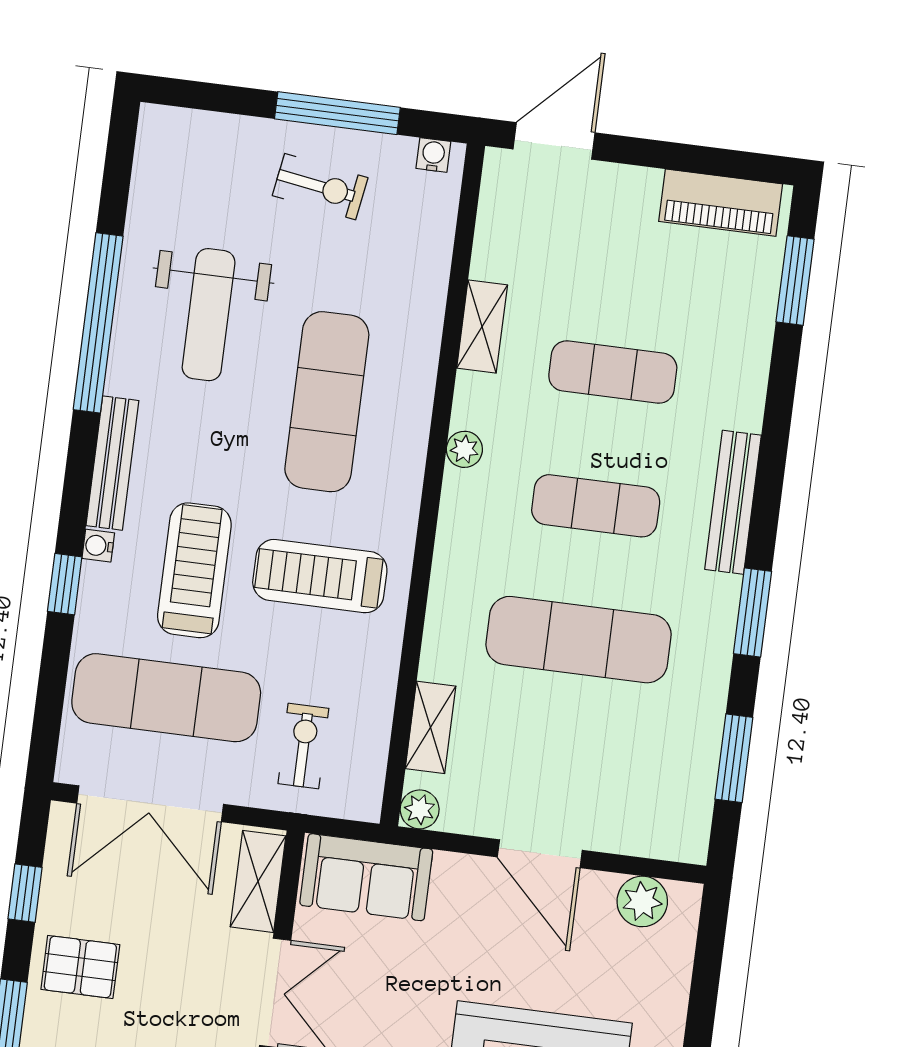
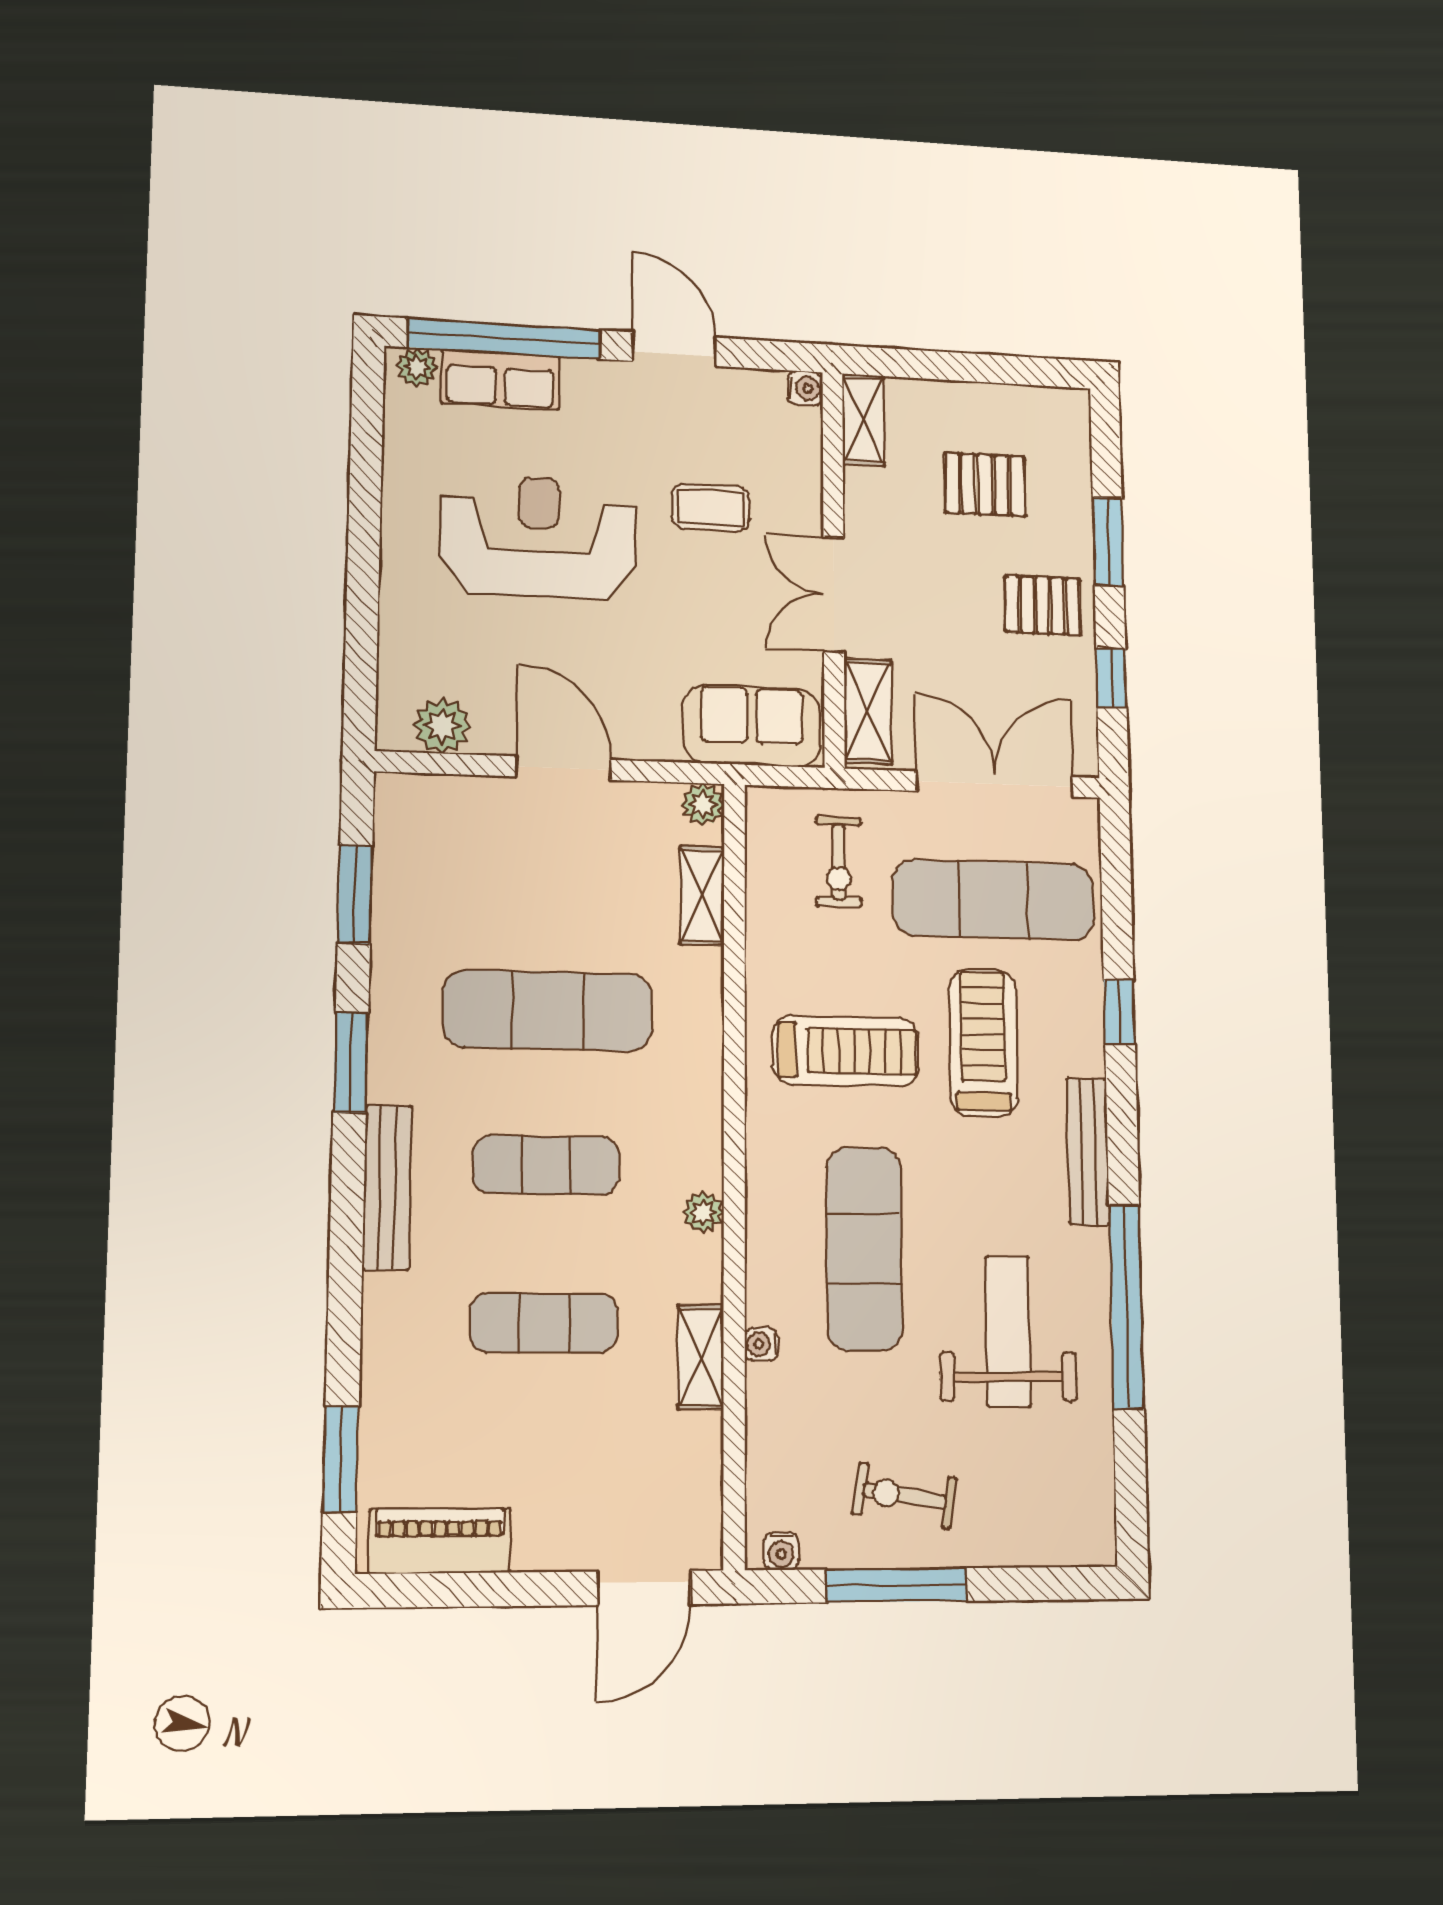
water cooler: (98, 546) -> (761, 1344), moved, turned 180
treadmill: (194, 570) -> (983, 1042), turned 180

